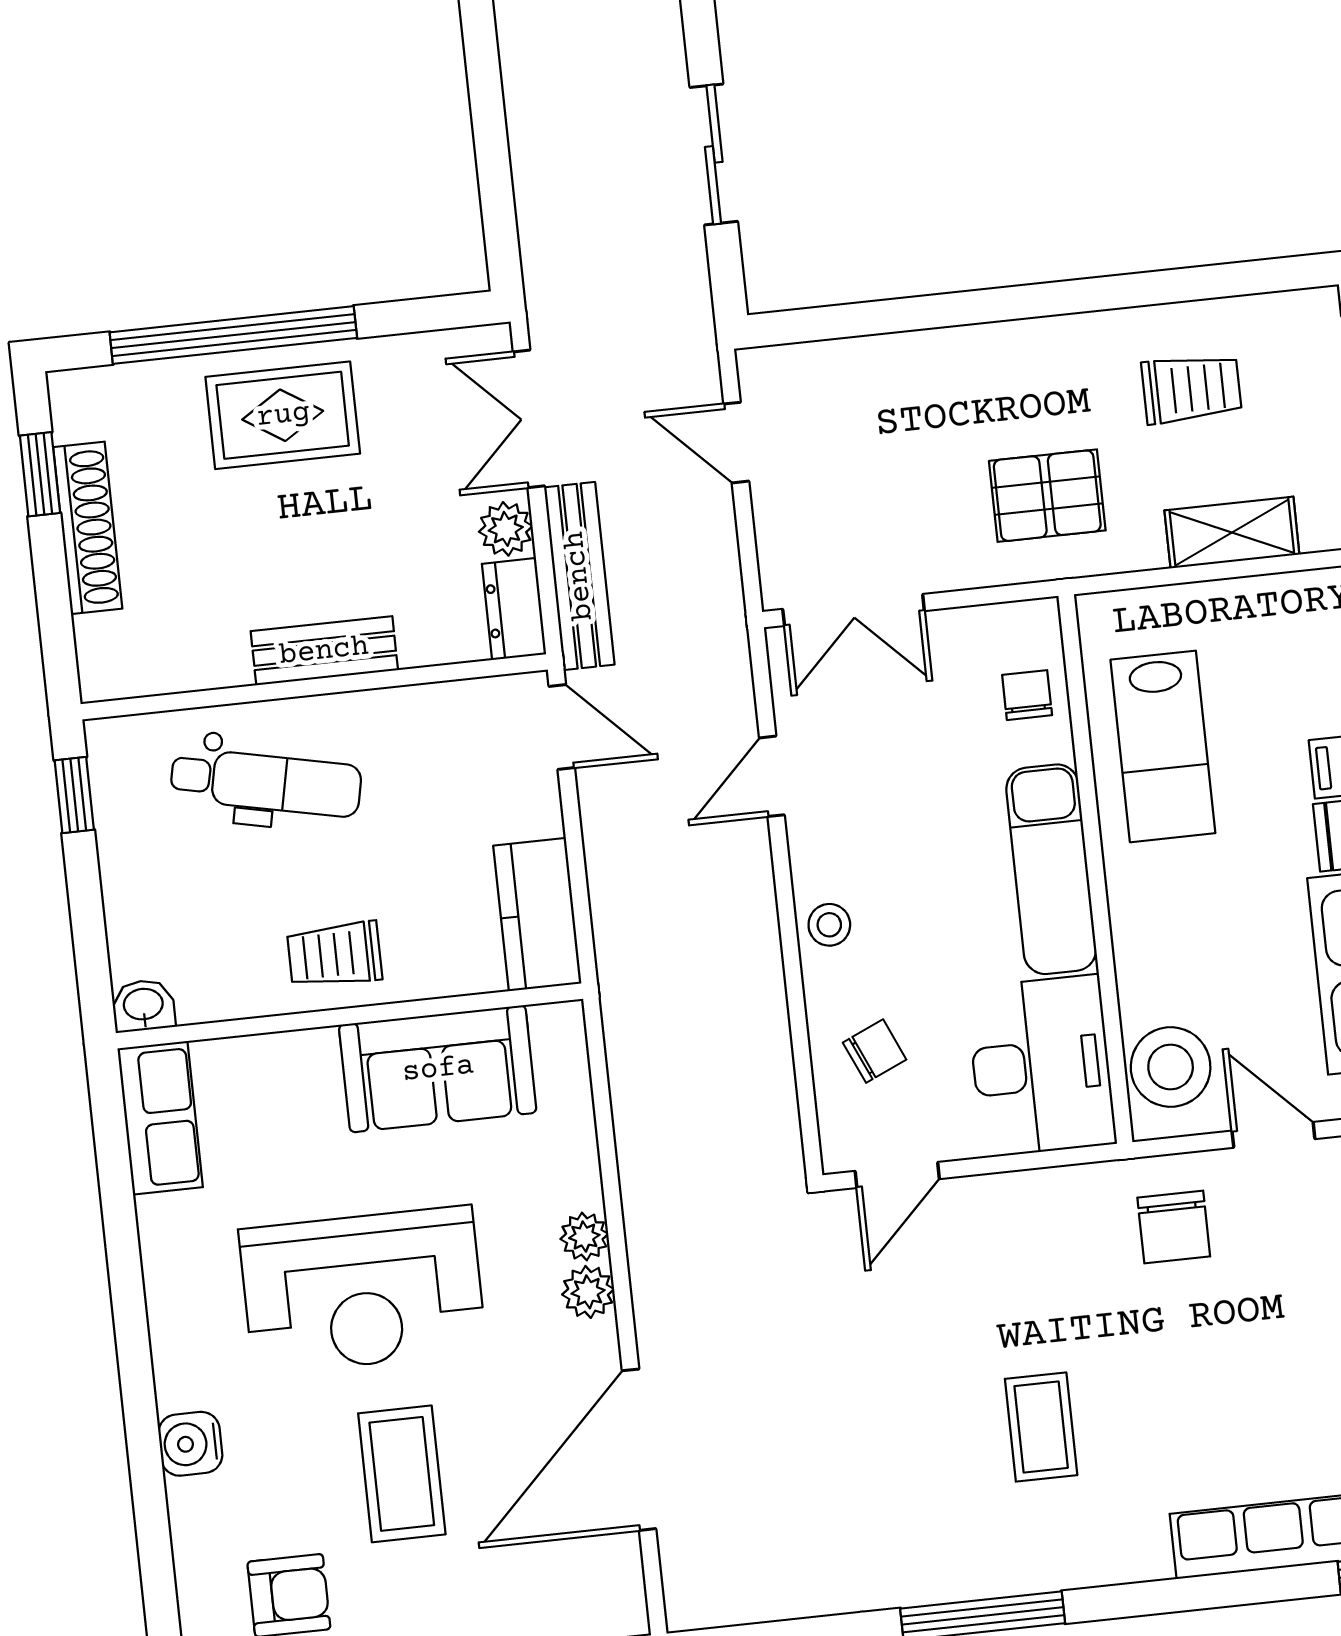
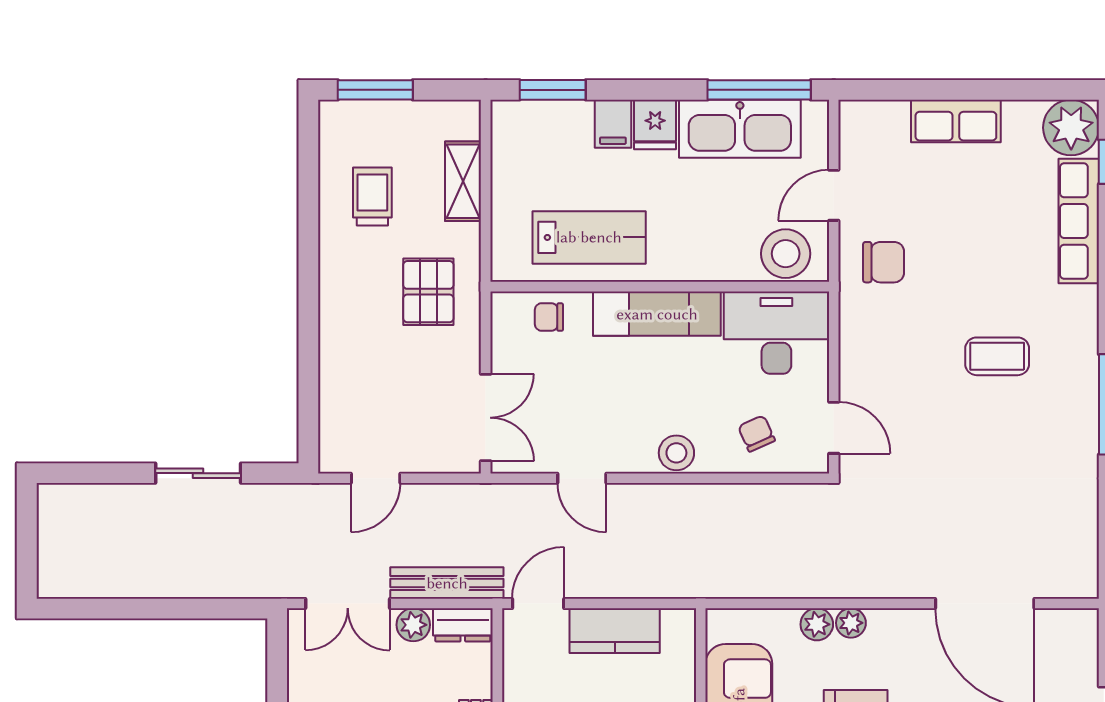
kitchen counter: (537, 915) -> (615, 631), moved
stool: (829, 925) -> (676, 453), width x1.37, depth x1.37
plant: (588, 1292) -> (817, 624), moved

